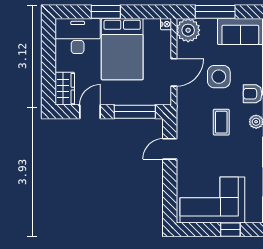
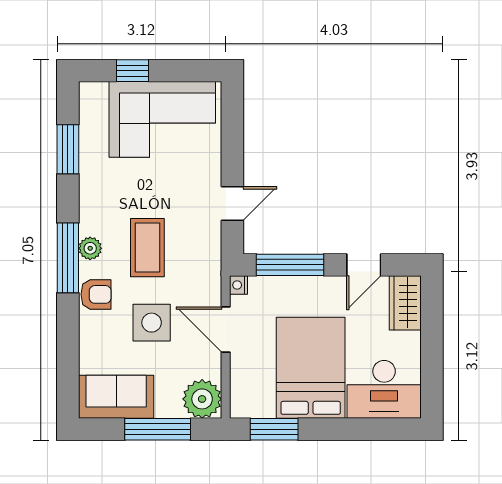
window: (106, 12) -> (274, 429), moved
nightstand: (166, 24) -> (239, 285), moved
door: (174, 72) -> (226, 330), hinge flipped
coffee table: (221, 122) -> (147, 248), width x1.36, depth x1.30

